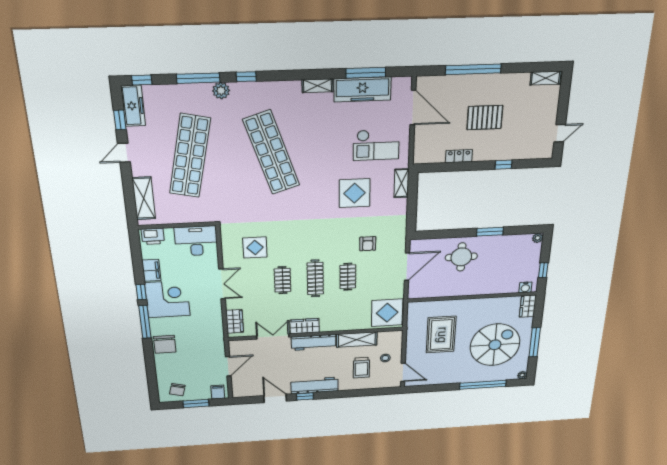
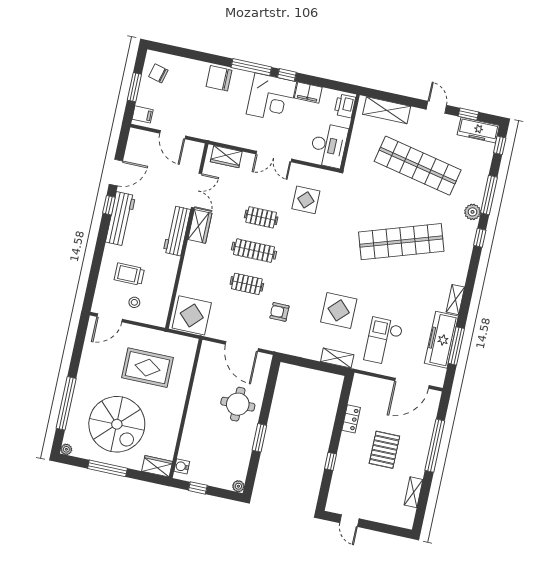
shelving: (545, 78) -> (413, 492), moved
shelving: (357, 340) -> (167, 277), removed

